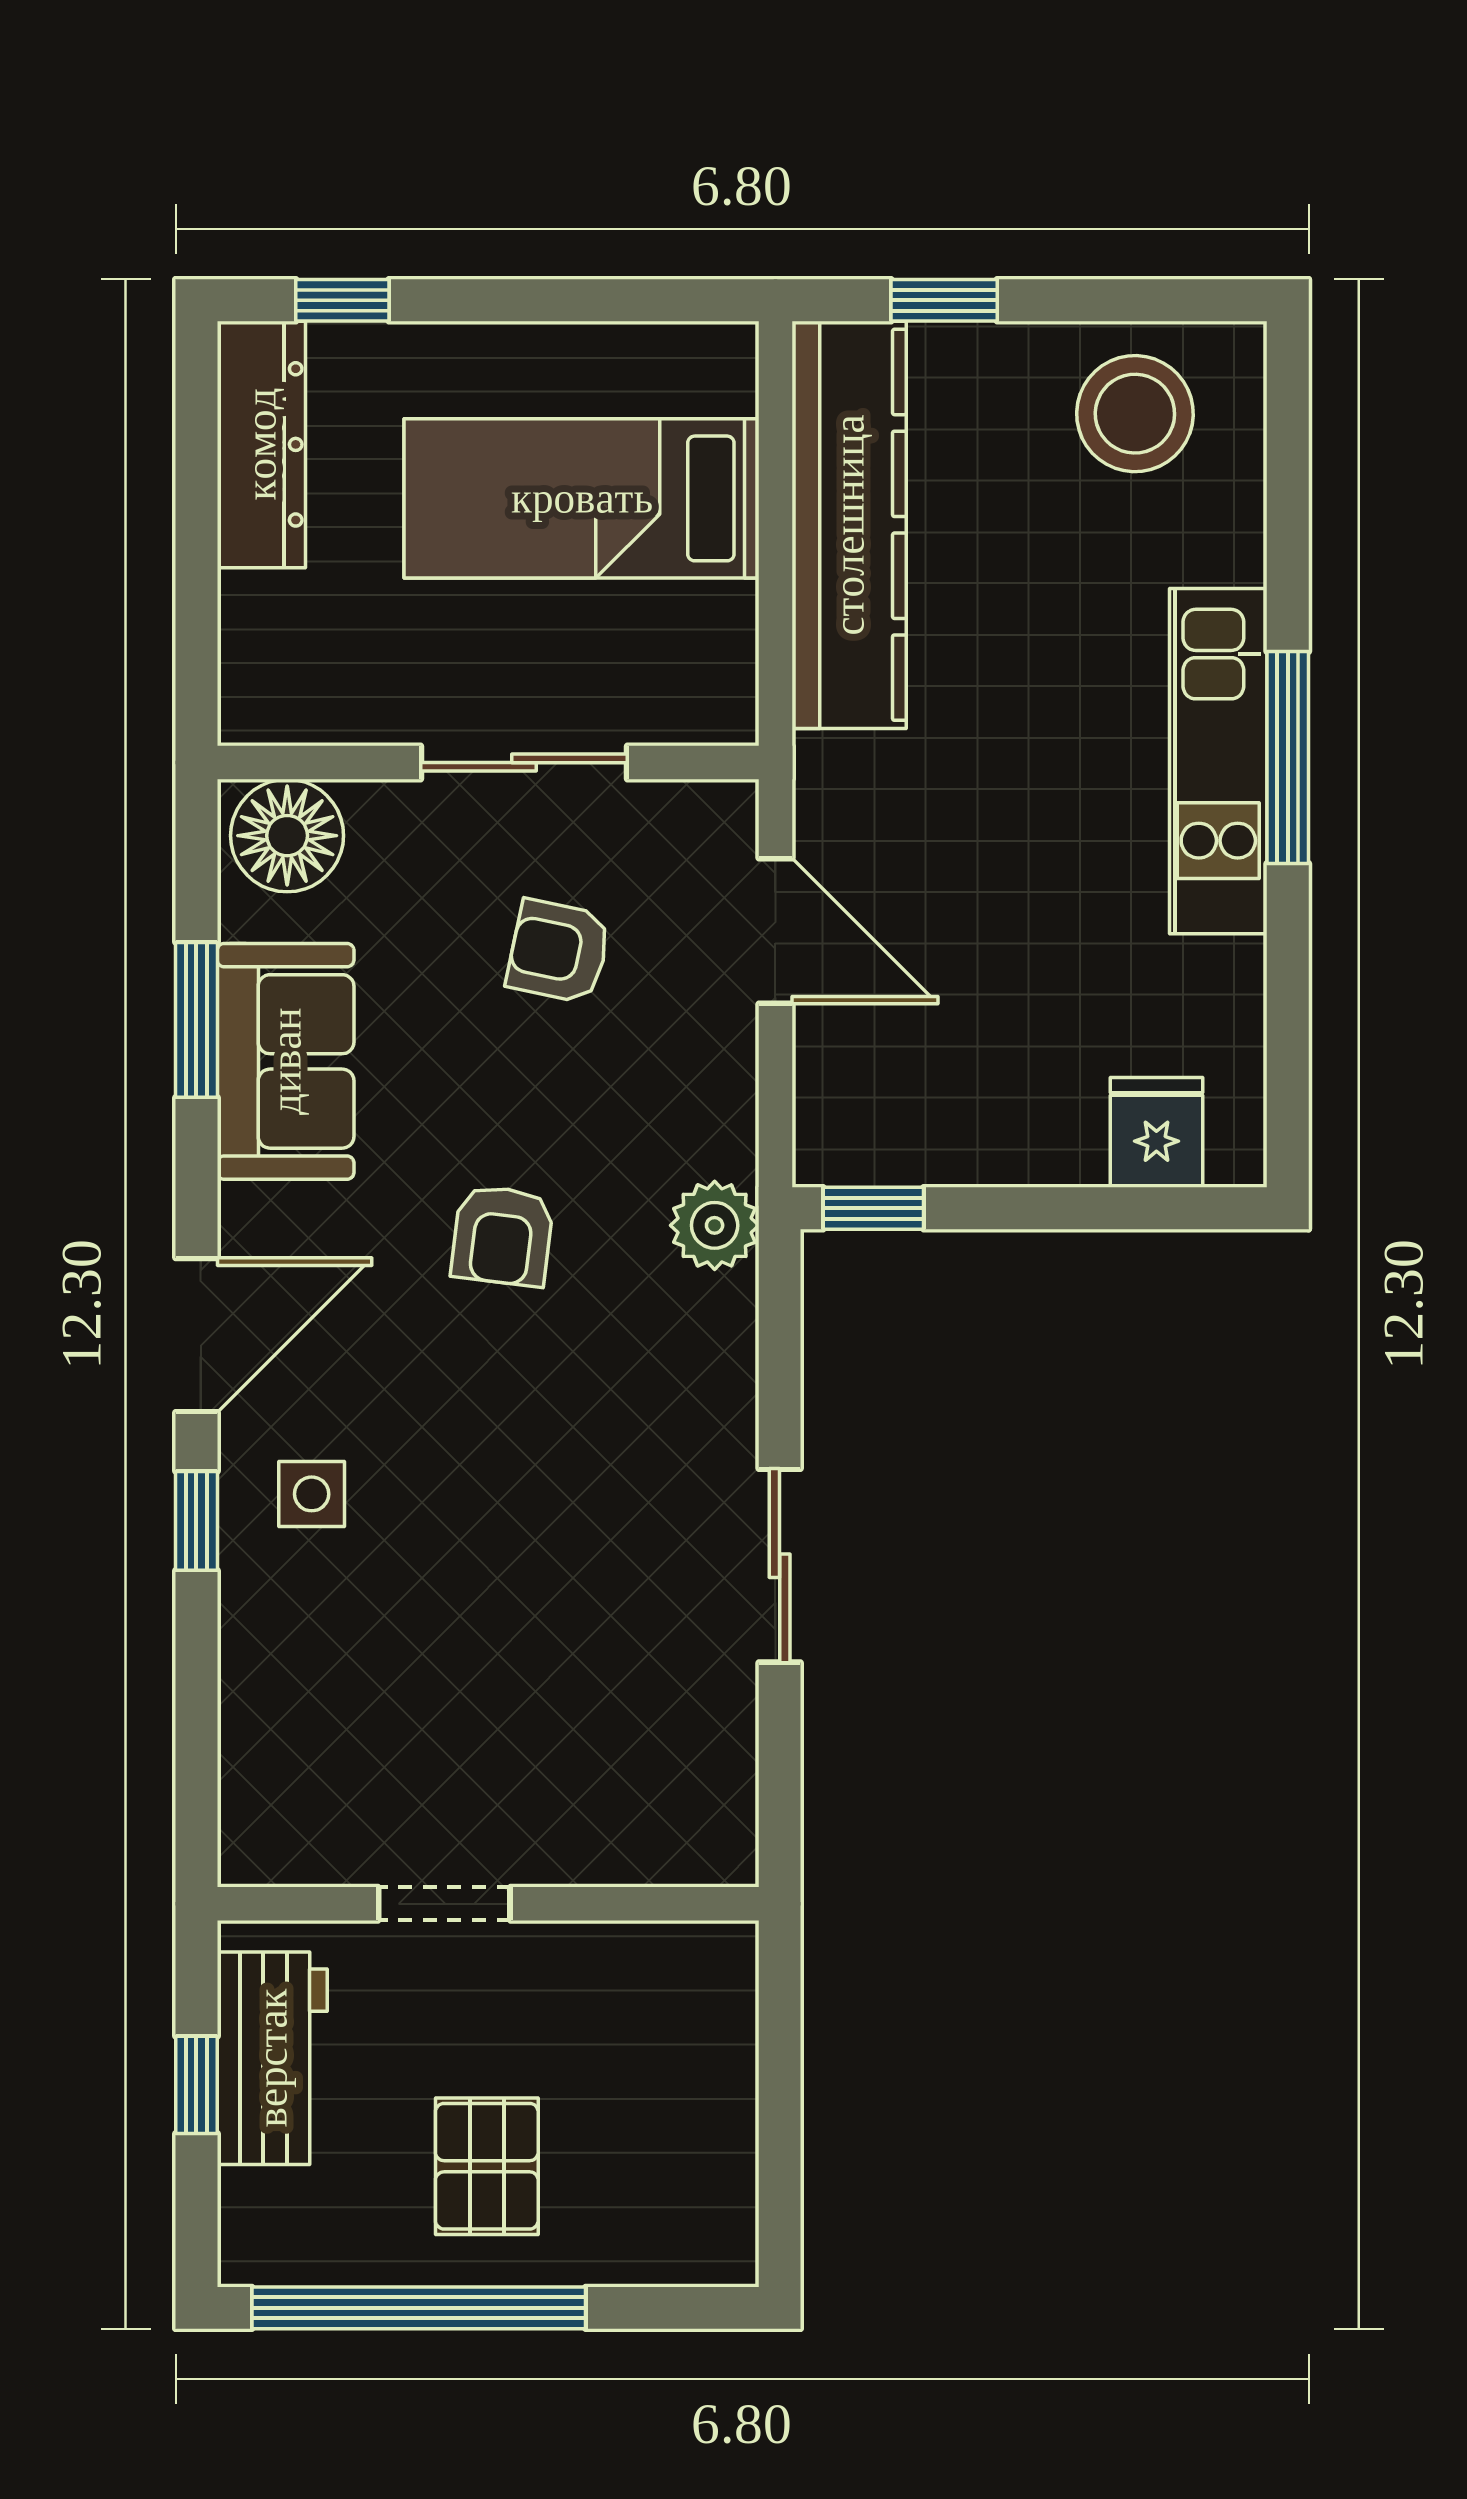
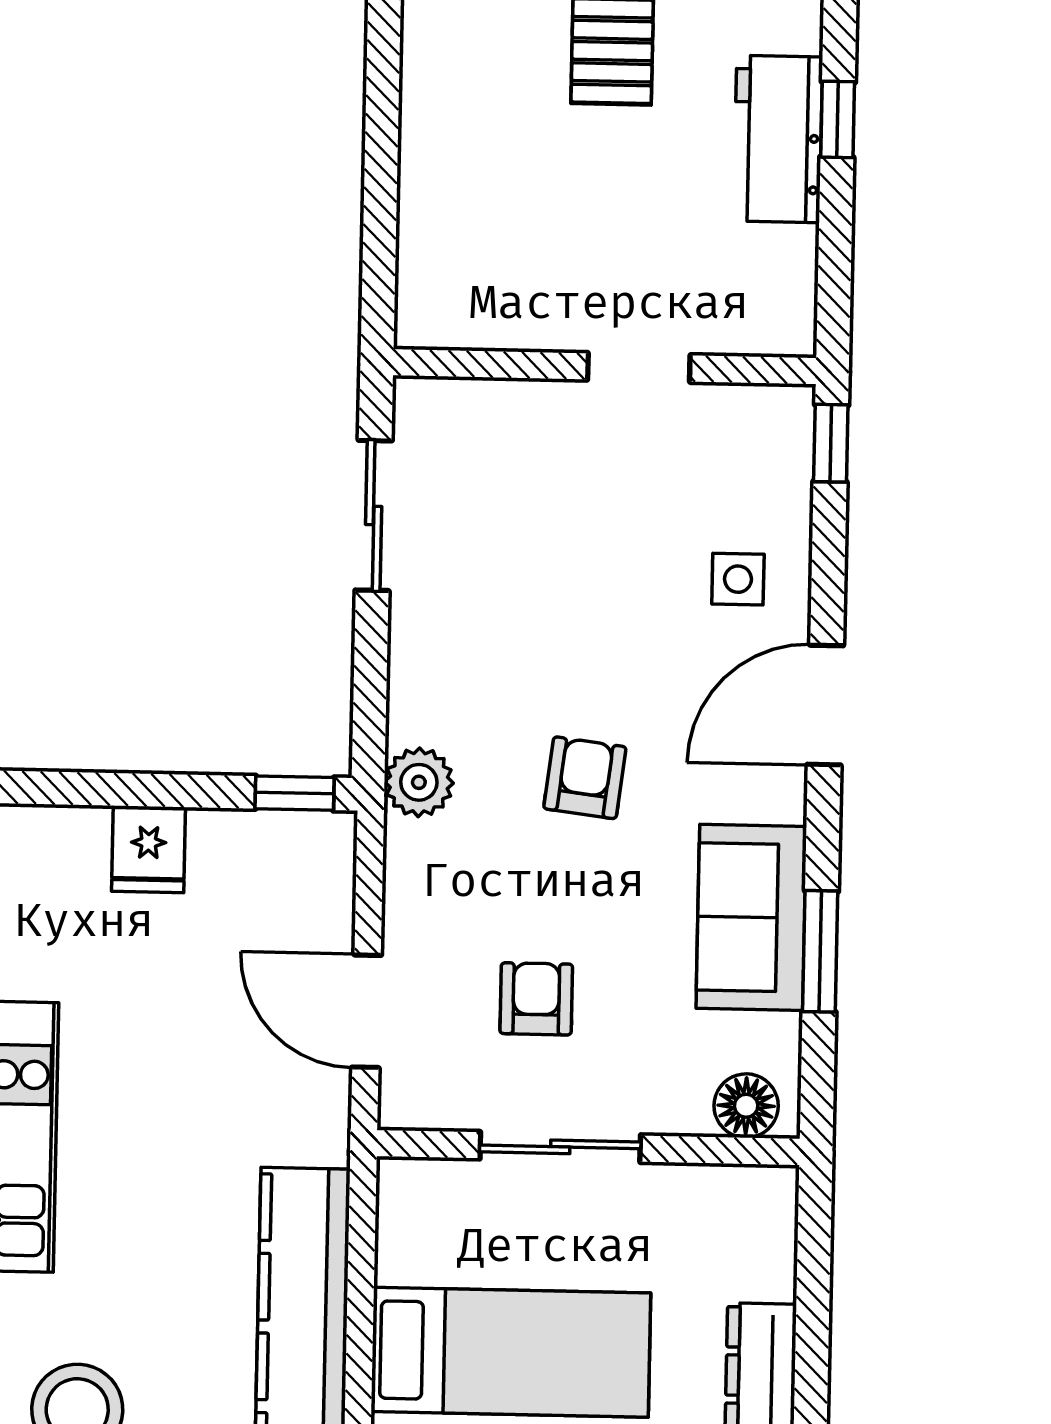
floor lamp: (287, 836) -> (746, 1106), width x0.73, depth x0.73
armchair: (559, 951) -> (536, 999), turned -102
fridge: (1156, 1132) -> (148, 849), moved
window: (196, 1521) -> (831, 443), moved
doorway: (444, 1904) -> (639, 367), moved
wall: (488, 1904) -> (605, 367), moved

